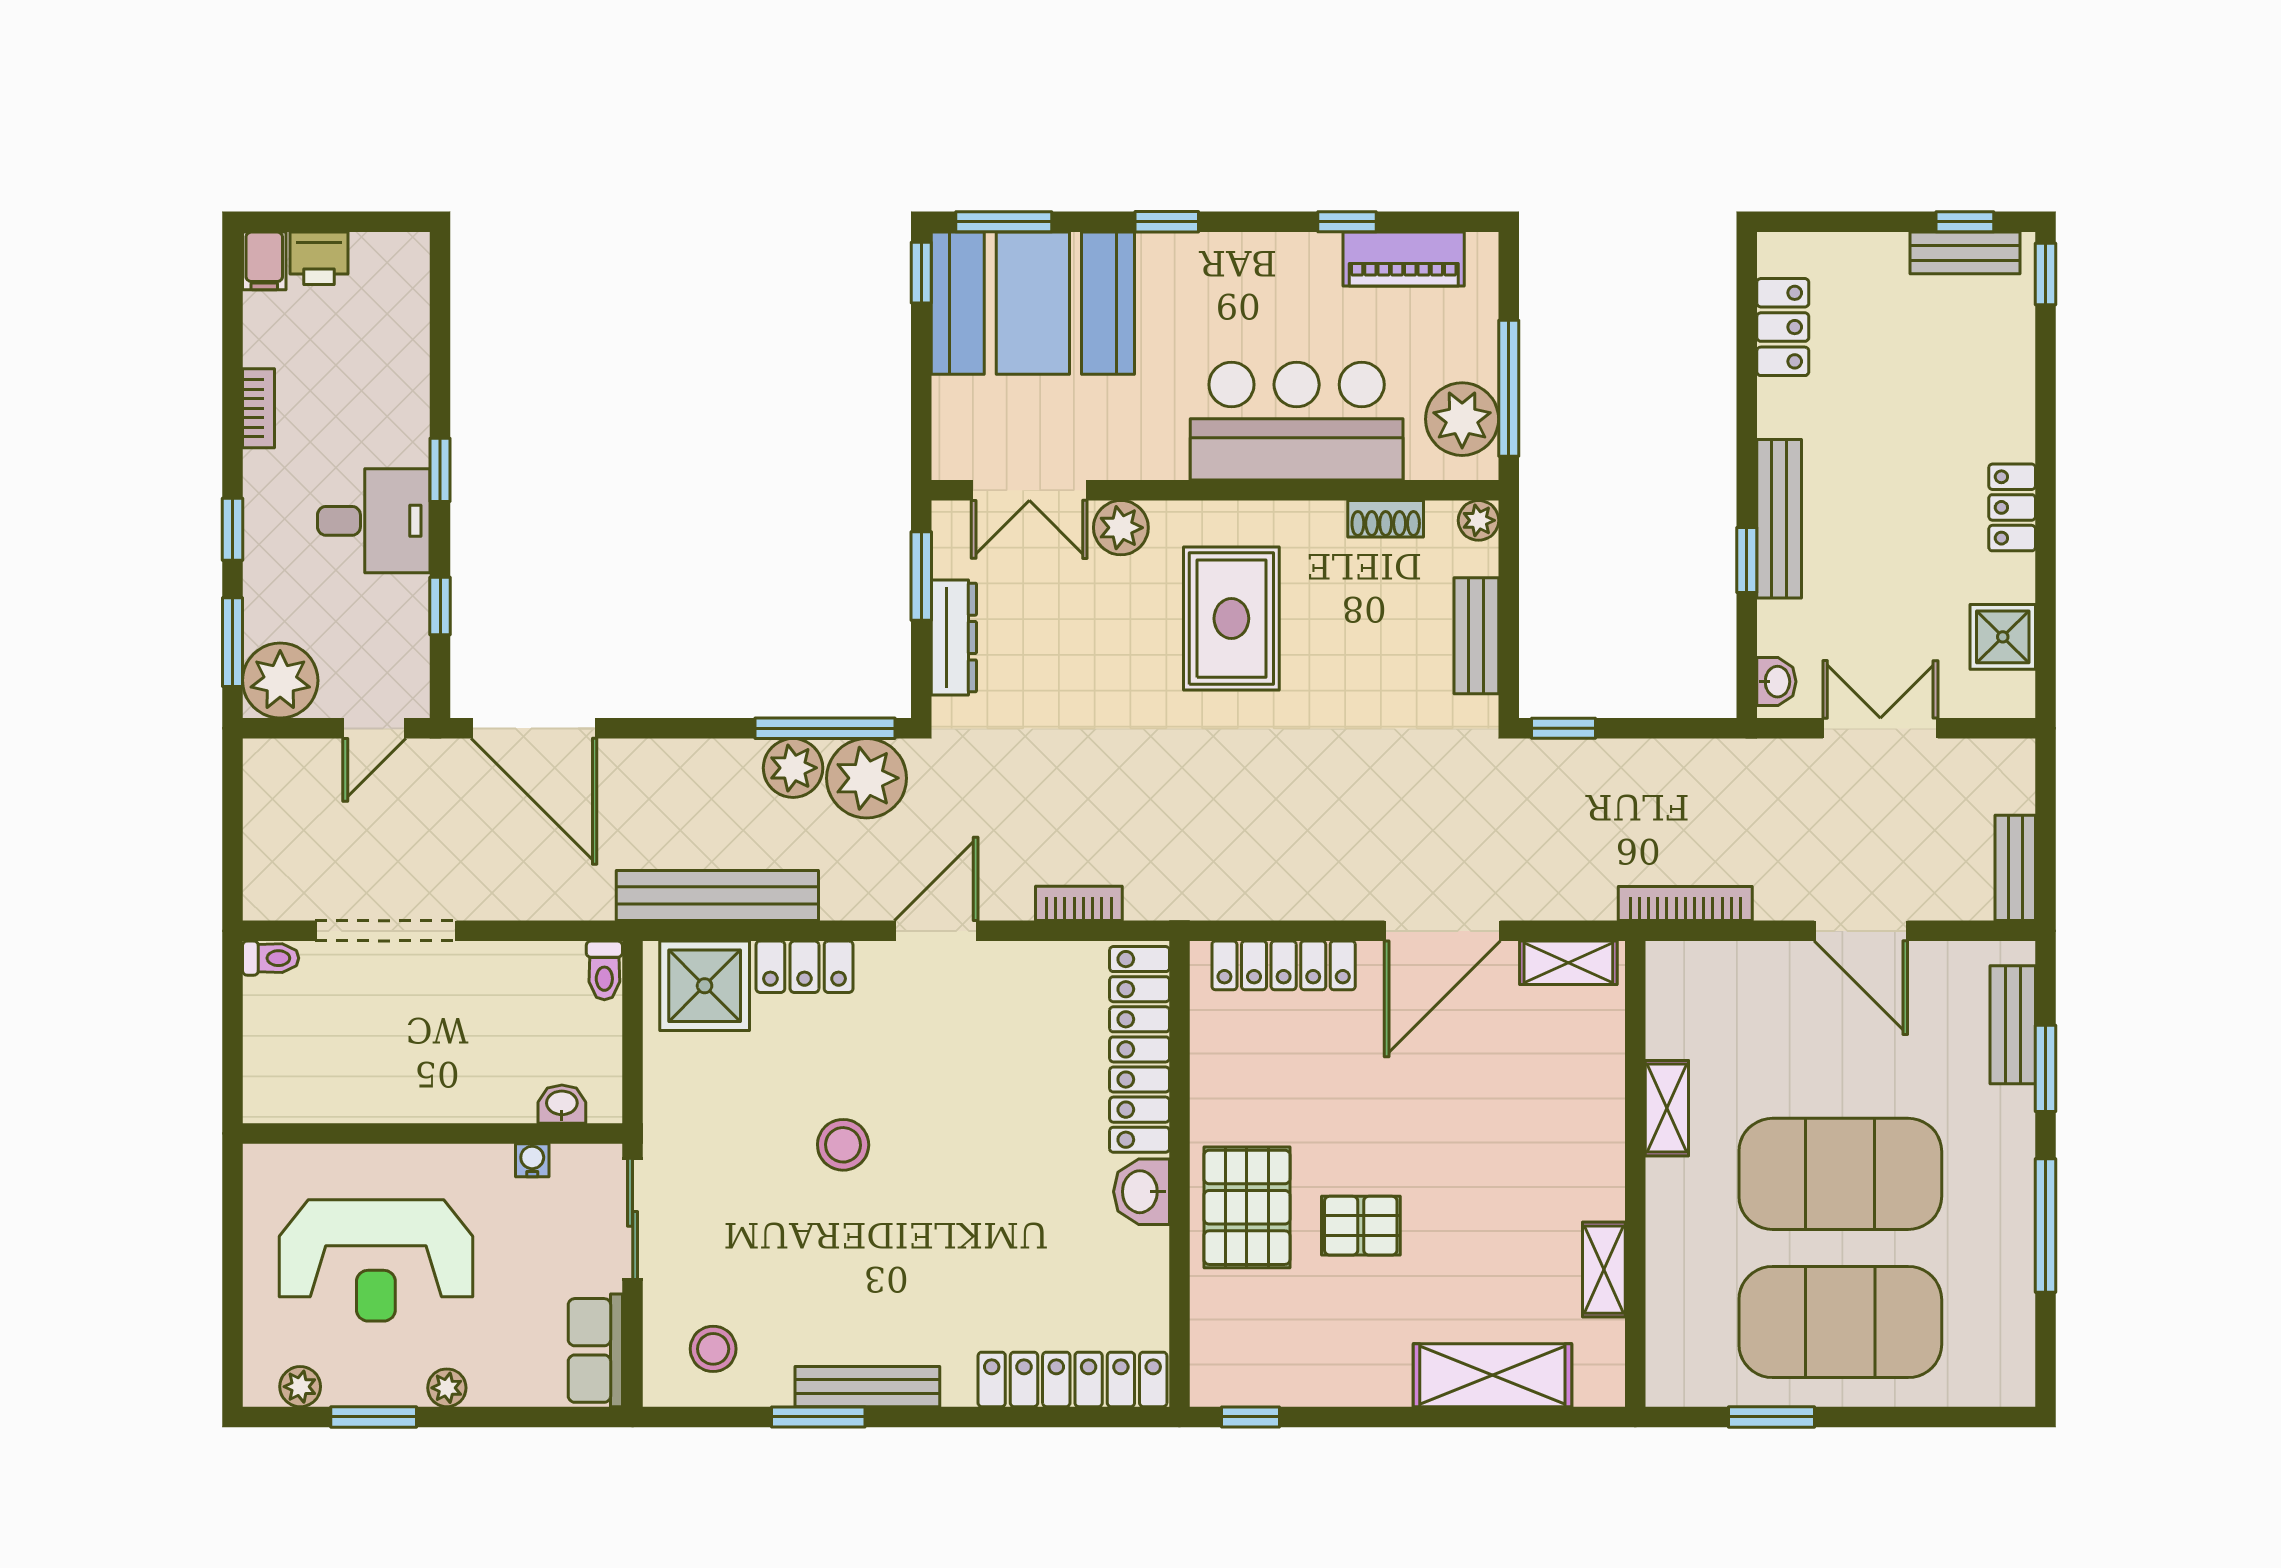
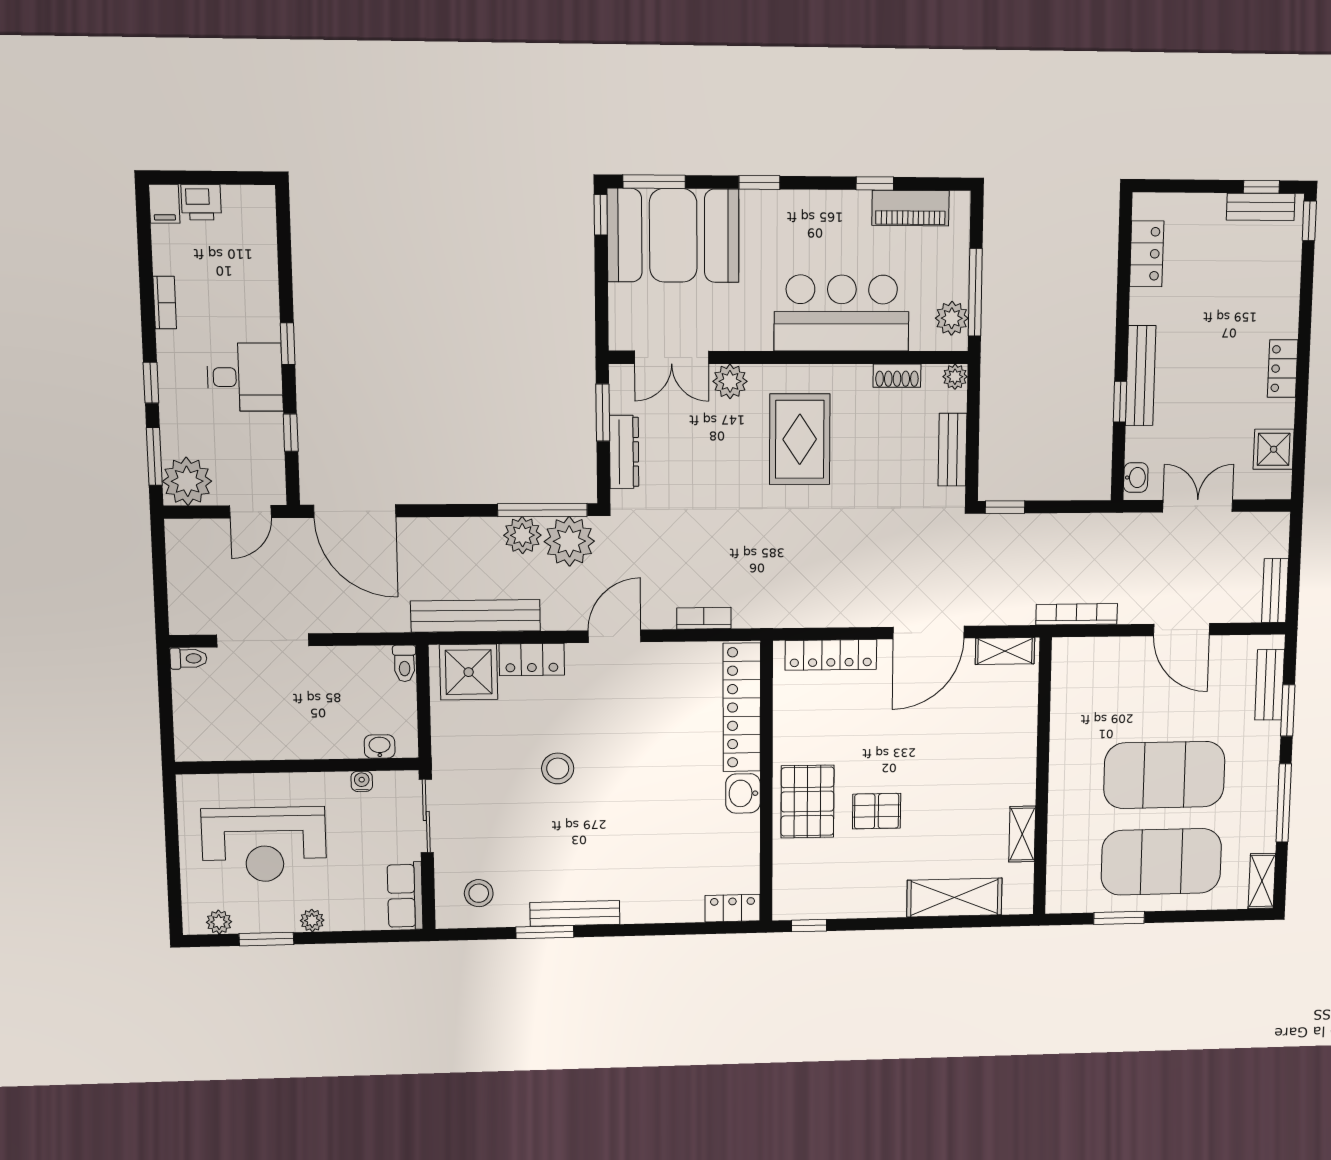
plant: (1462, 419) -> (952, 318), width x0.73, depth x0.73
shelving: (1667, 1108) -> (1262, 881), moved
locker: (1072, 1379) -> (733, 908), width x0.46, depth x0.83

